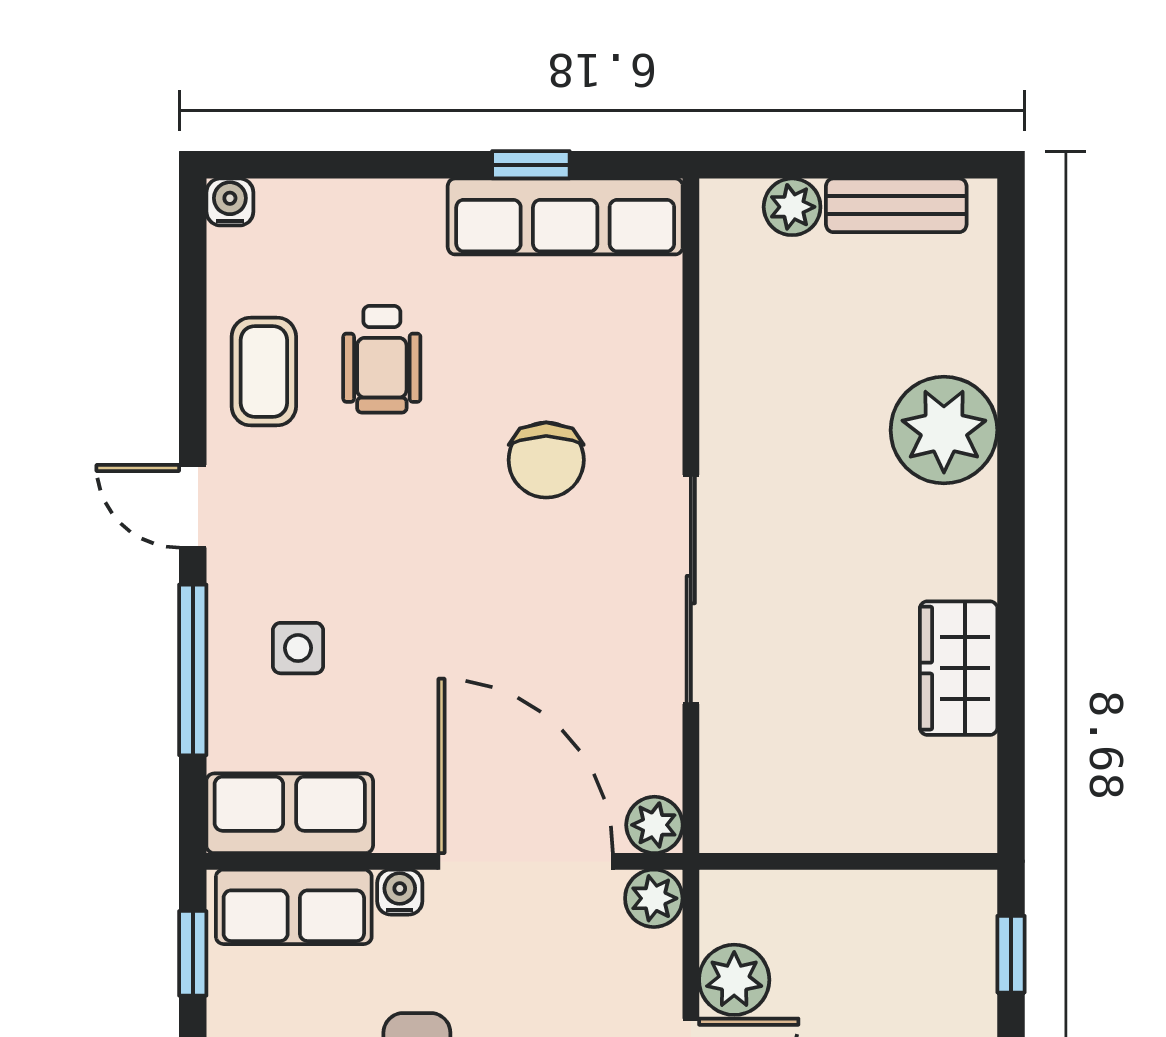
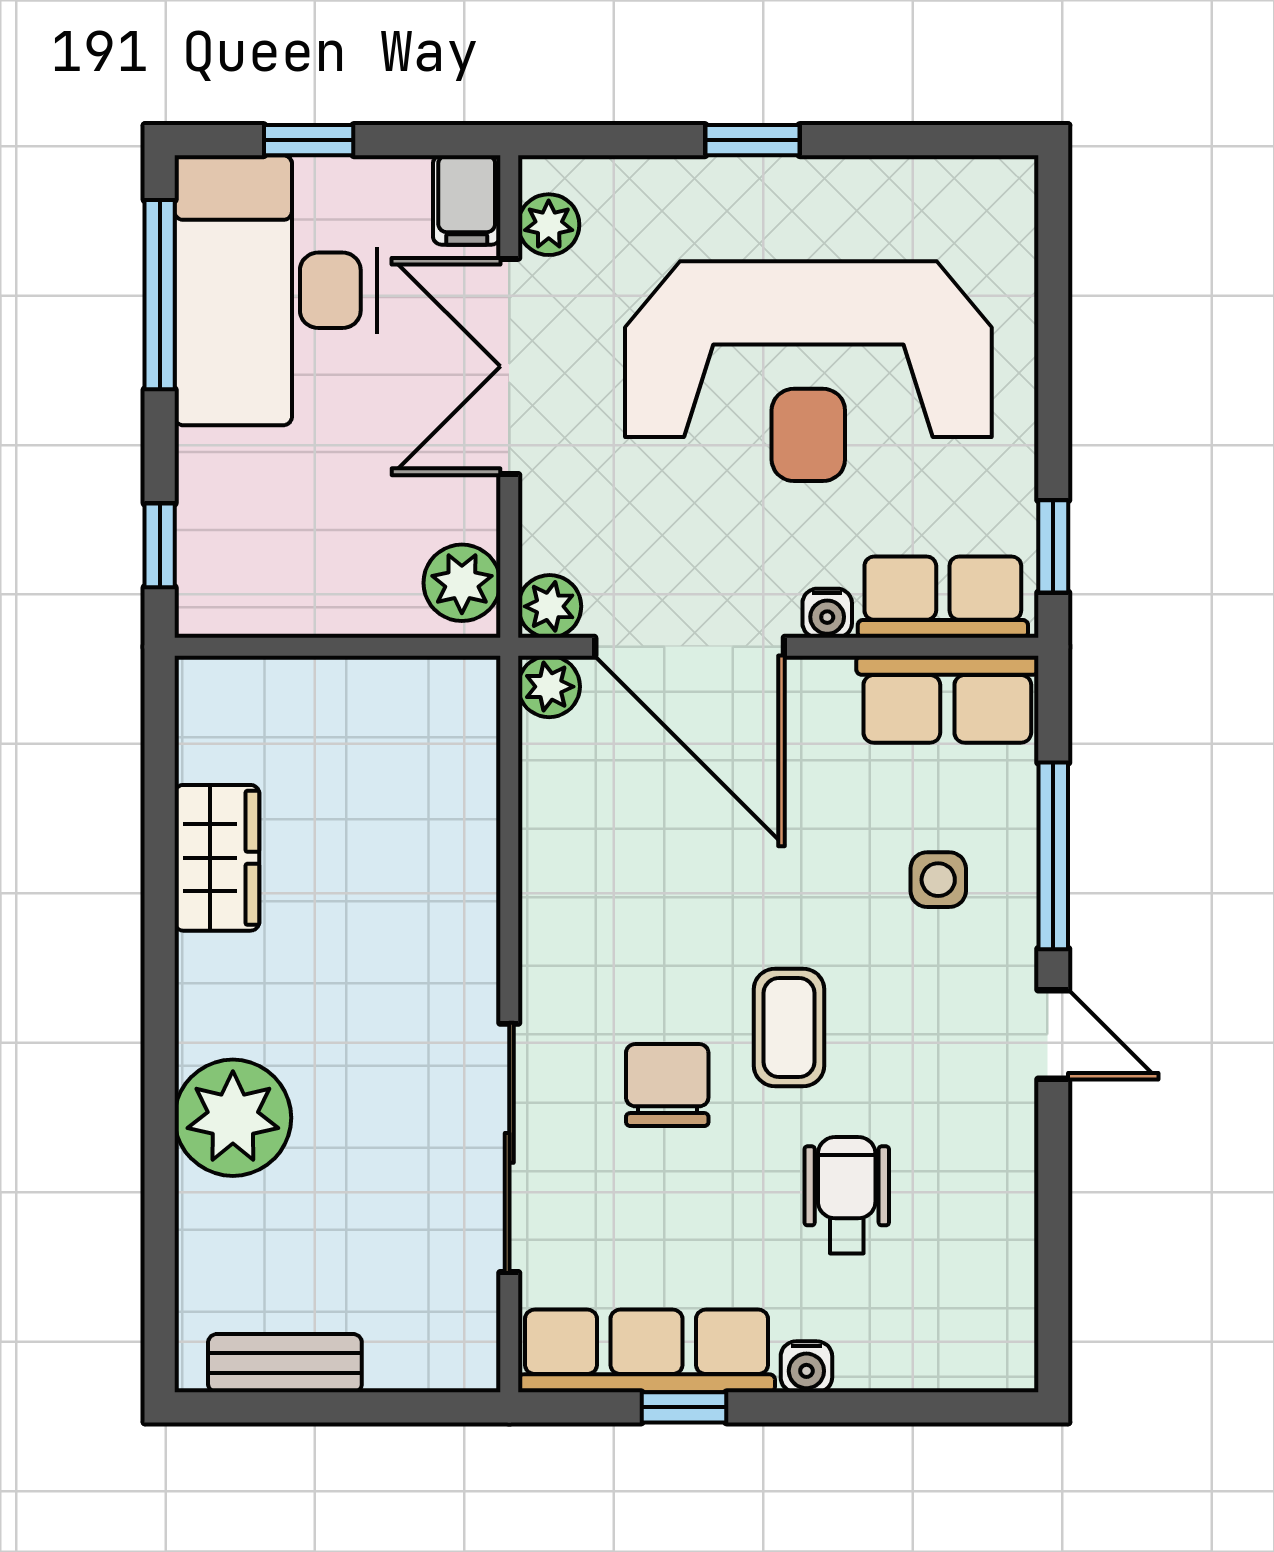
water cooler: (230, 202) -> (806, 1367), moved
plant: (792, 207) -> (399, 1361), removed
coffee table: (264, 371) -> (789, 1027), moved
sliding door: (691, 590) -> (509, 1148), moved
plant: (734, 980) -> (462, 583), moved

